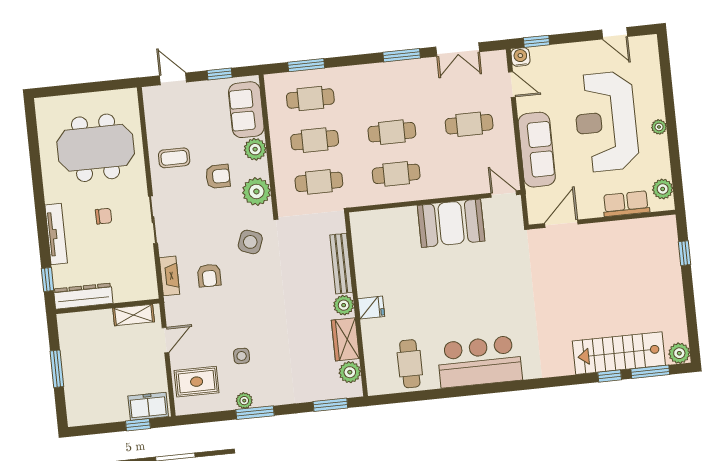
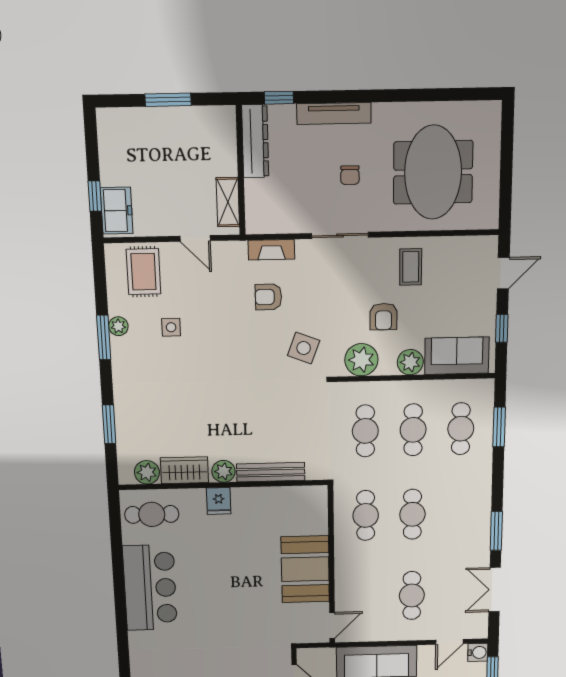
bench: (341, 264) -> (271, 472), moved
wall: (356, 304) -> (223, 485), moved
plant: (344, 305) -> (223, 471), moved
fridge: (371, 308) -> (219, 501), moved
wardrobe: (345, 339) -> (184, 470), moved
plant: (350, 372) -> (147, 472), moved

